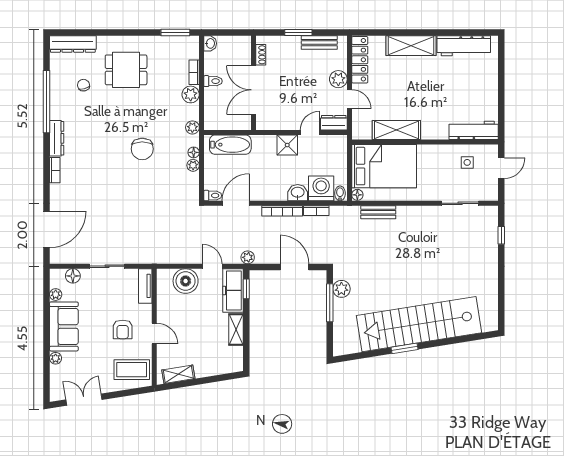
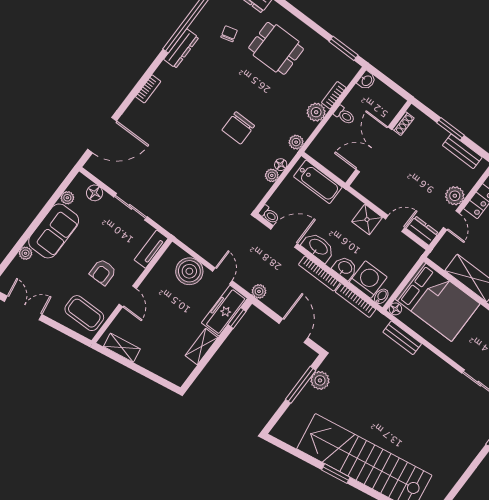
dresser: (57, 138) -> (181, 48), moved
washbasin: (267, 192) -> (318, 247), added
bookcase: (316, 211) -> (356, 300), width x1.56

